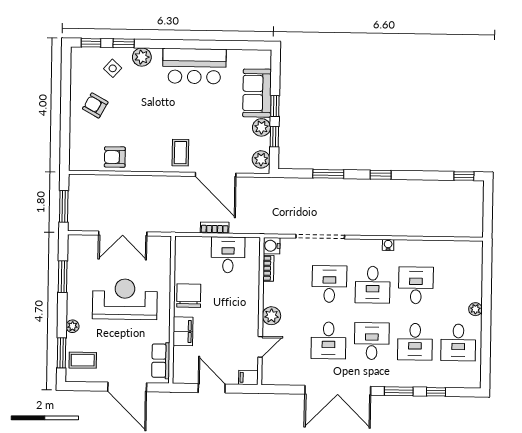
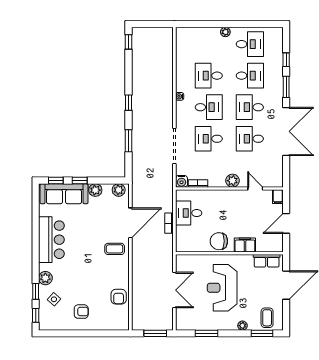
sofa: (257, 93) -> (64, 194), width x1.36
armchair: (95, 105) -> (81, 312), turned -119
window: (274, 137) -> (56, 181), moved
desk: (328, 340) -> (250, 139), turned 180

